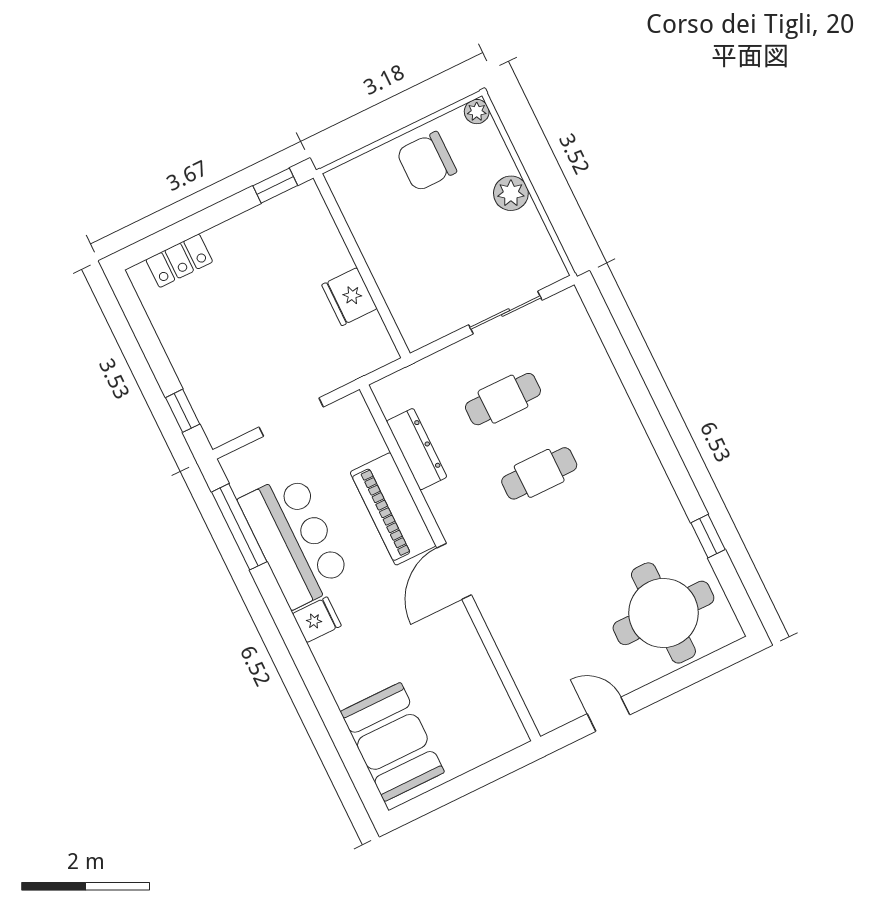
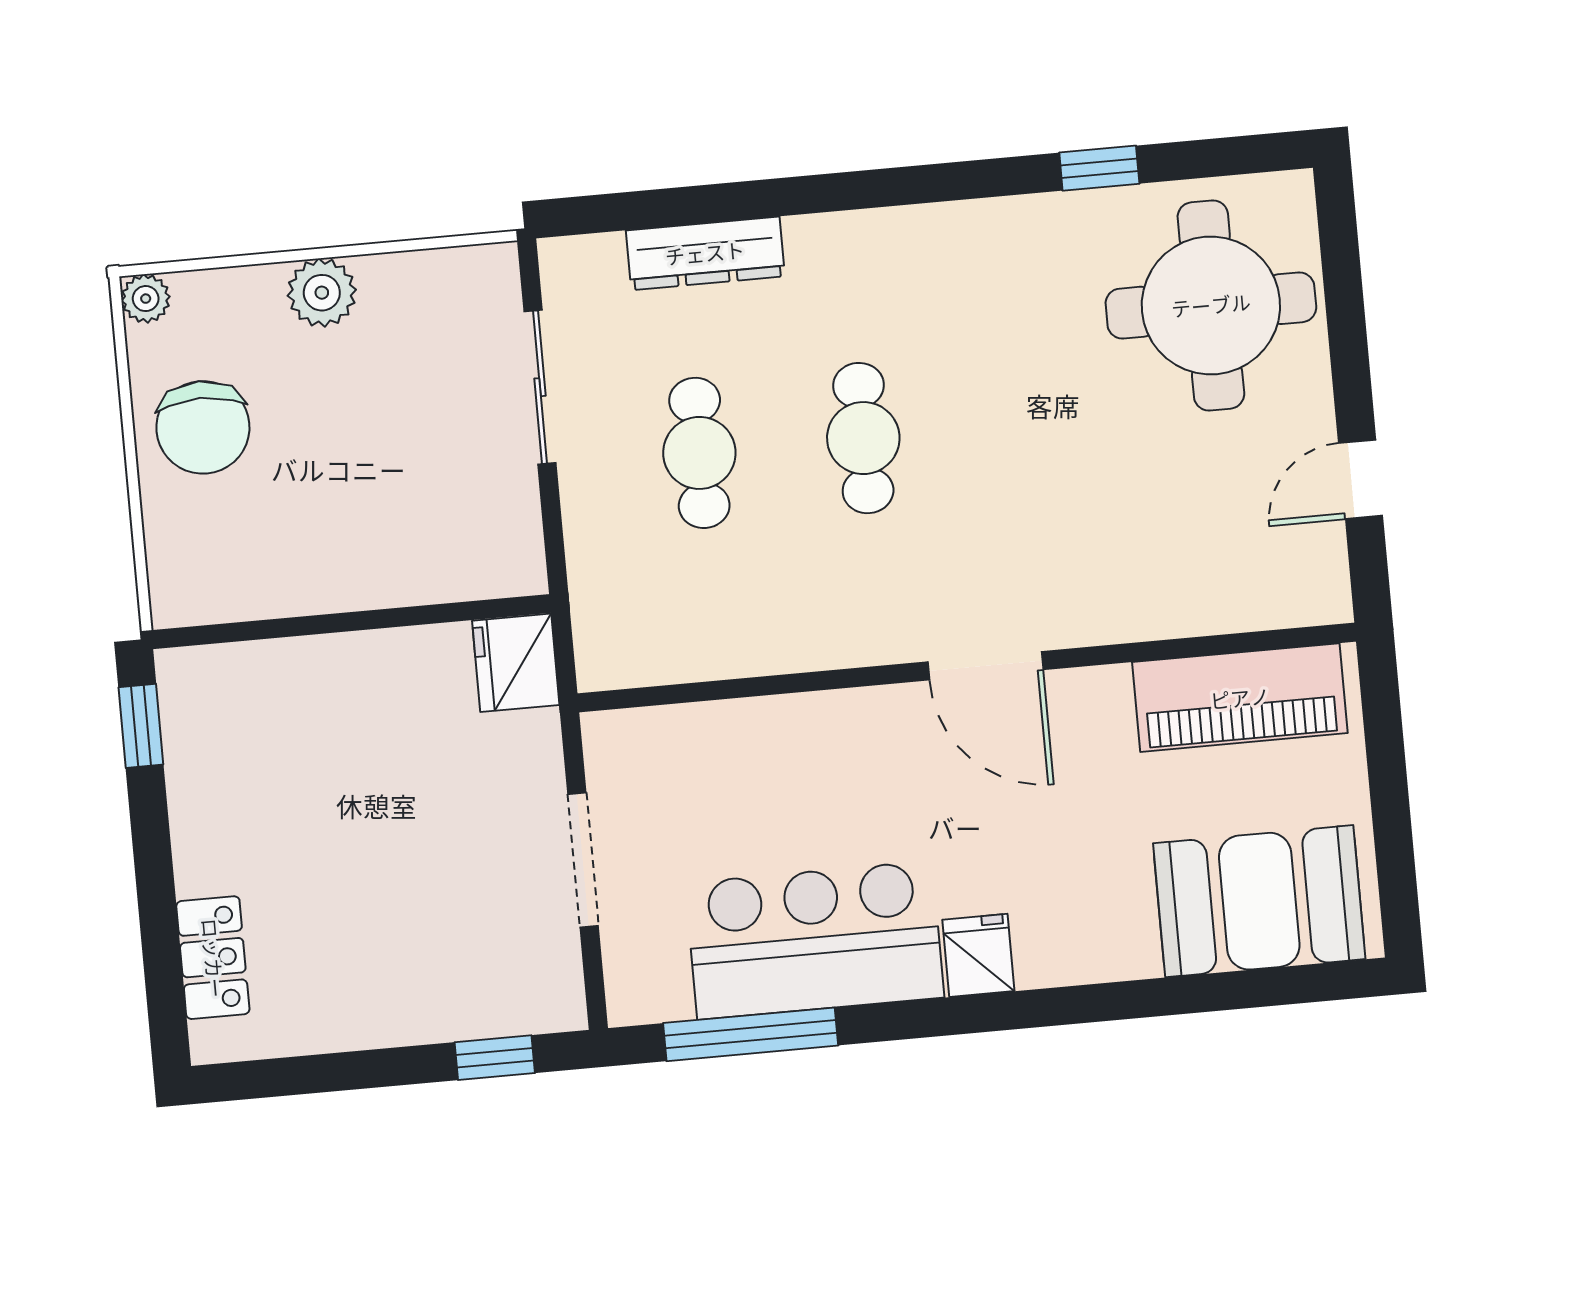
fridge: (349, 297) -> (516, 663), moved, turned 90
dresser: (417, 449) -> (705, 253), moved, turned 180
piano: (393, 509) -> (1240, 698), moved

